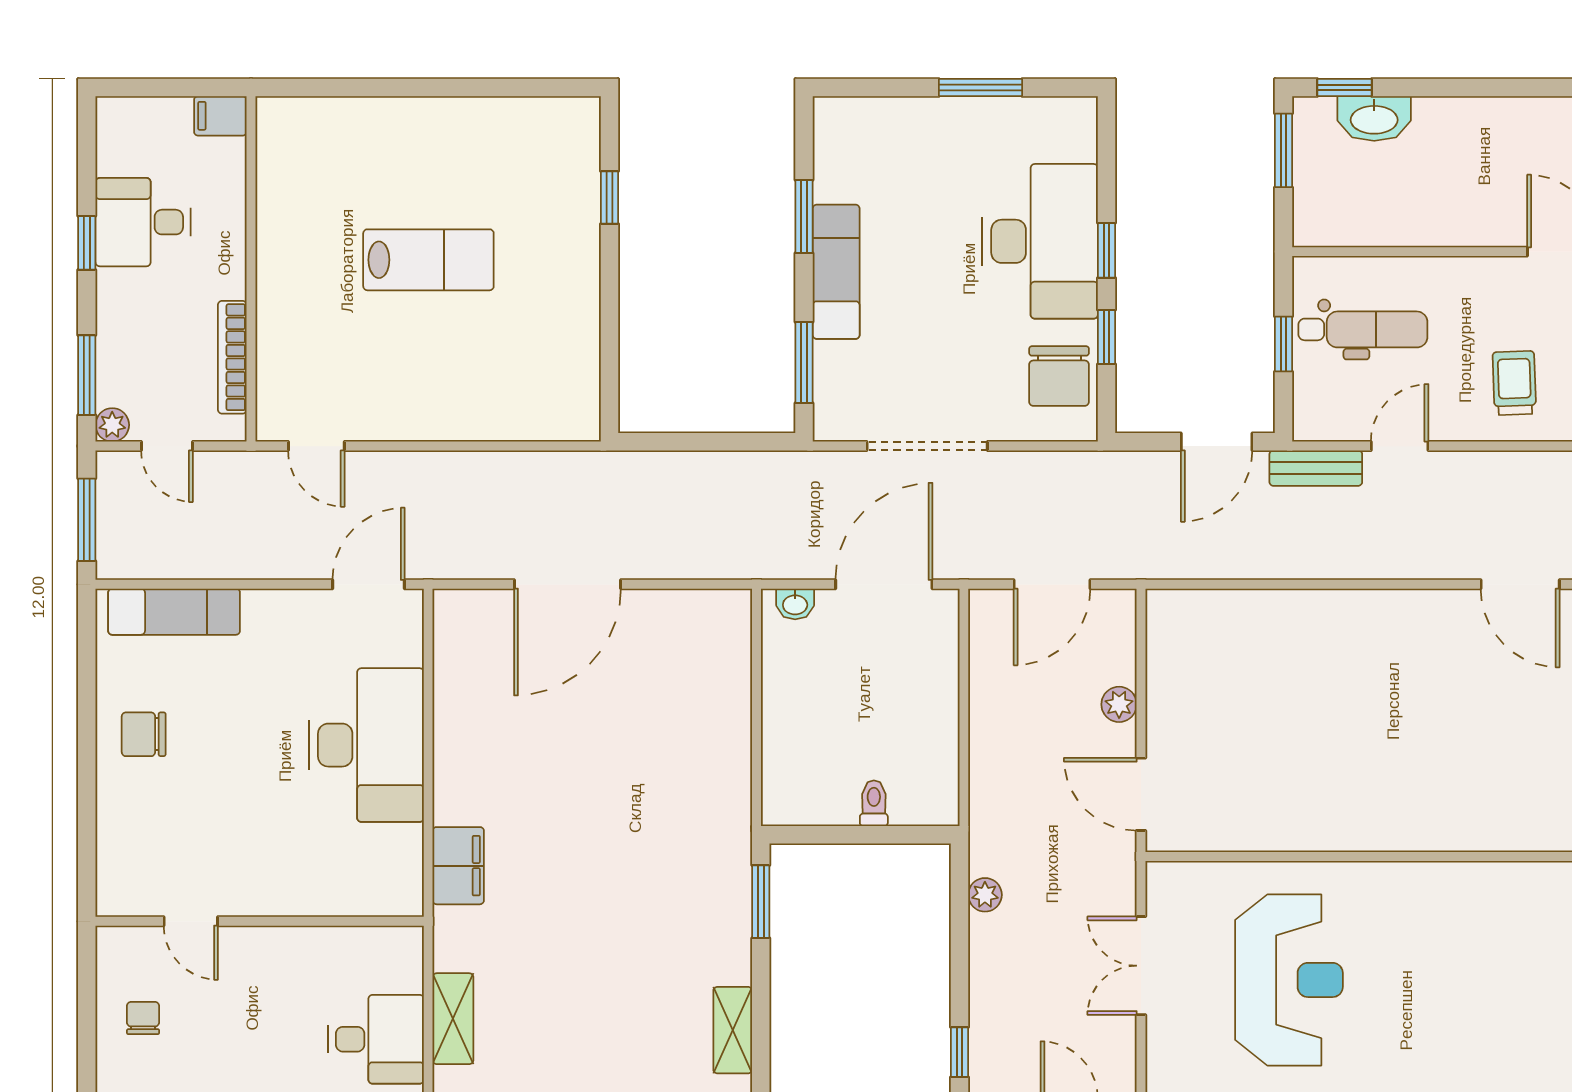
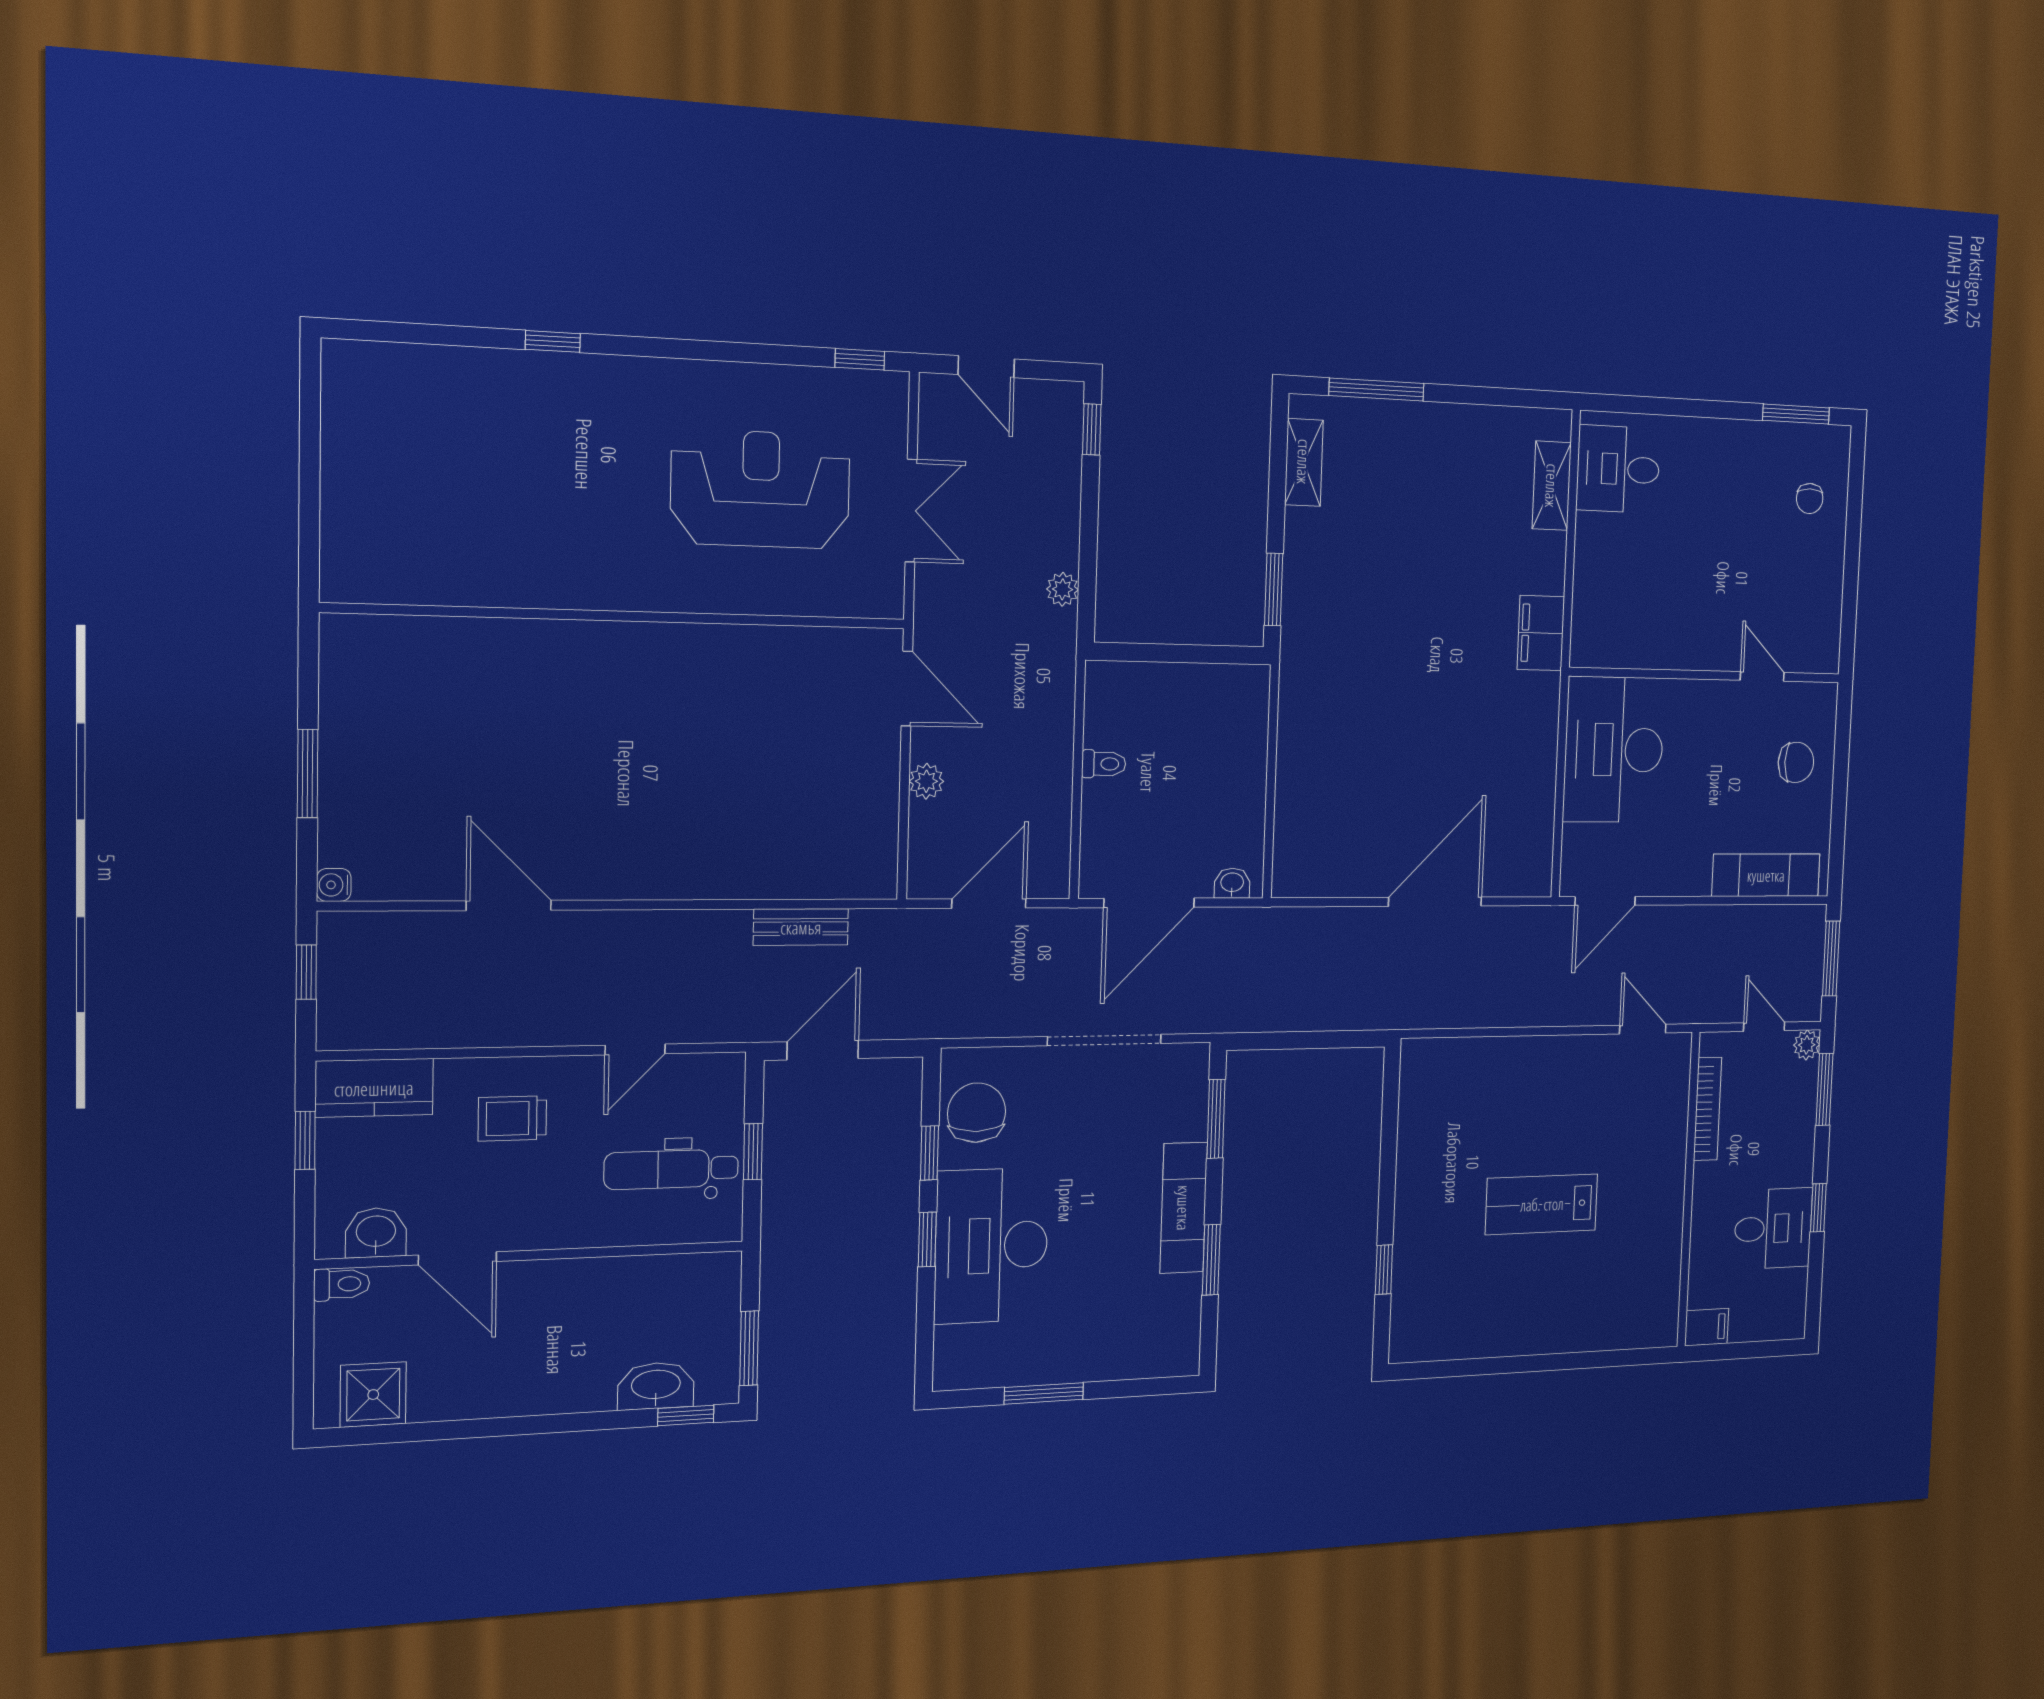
trolley: (1514, 383) -> (512, 1118), turned 92
bench: (1316, 468) -> (801, 927), moved
toilet: (874, 803) -> (1104, 764), moved, turned -90
door: (191, 921) -> (1762, 676), moved
wall: (260, 921) -> (1706, 675), moved
reception desk: (1289, 980) -> (761, 489), turned 90

